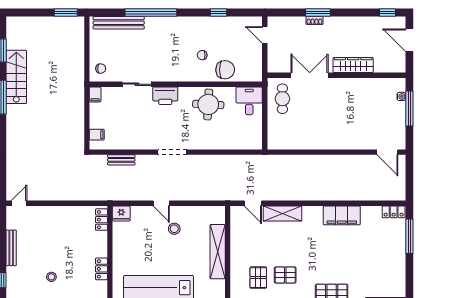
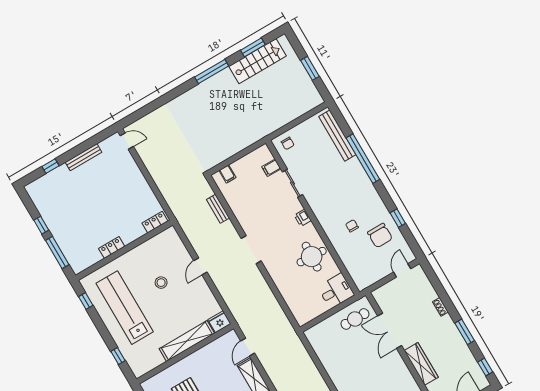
window: (66, 13) -> (310, 68), moved
window: (318, 13) -> (465, 332), moved
chair: (225, 70) -> (380, 236), moved
double door: (310, 75) -> (390, 331), swing flipped
stairs: (16, 77) -> (257, 61), moved
filing cabinet: (95, 94) -> (271, 168), moved
printer: (165, 96) -> (303, 218), width x0.53, depth x0.68
fridge: (121, 213) -> (219, 322), moved, turned 90
stool: (174, 229) -> (161, 283), moved
stool: (51, 277) -> (79, 208), removed

